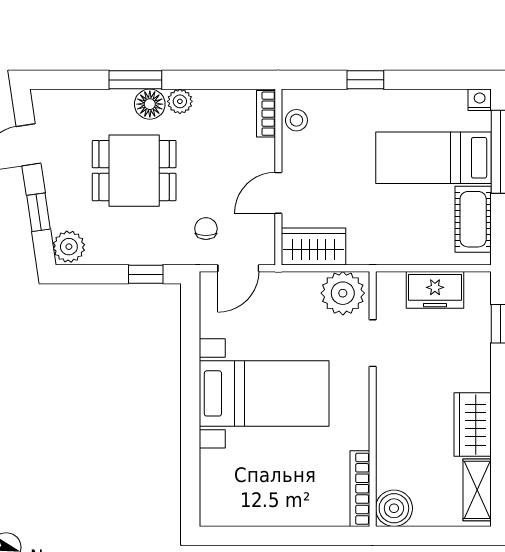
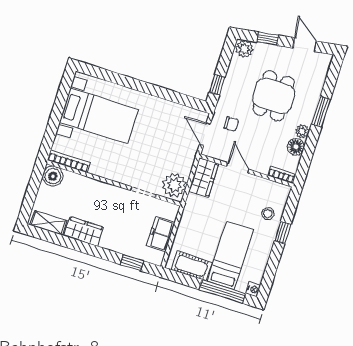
floor lamp: (150, 104) -> (296, 147), moved
stool: (296, 120) -> (268, 214), moved
bed with nightstands: (264, 393) -> (99, 116), moved, turned -90

